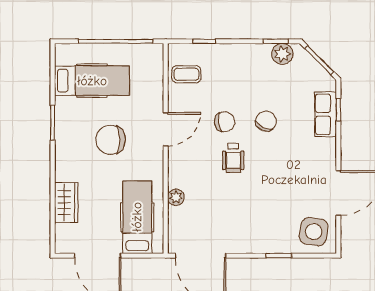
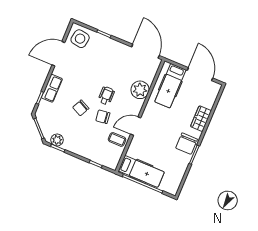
coffee table: (186, 74) -> (117, 139), moved
hospital bed: (92, 81) -> (141, 171), moved, turned 180
row of seats: (326, 114) -> (52, 88), moved
chair: (111, 140) -> (187, 144), moved, turned 90
plant: (176, 197) -> (140, 90), width x1.87, depth x1.87
wardrobe: (66, 203) -> (201, 119), moved

